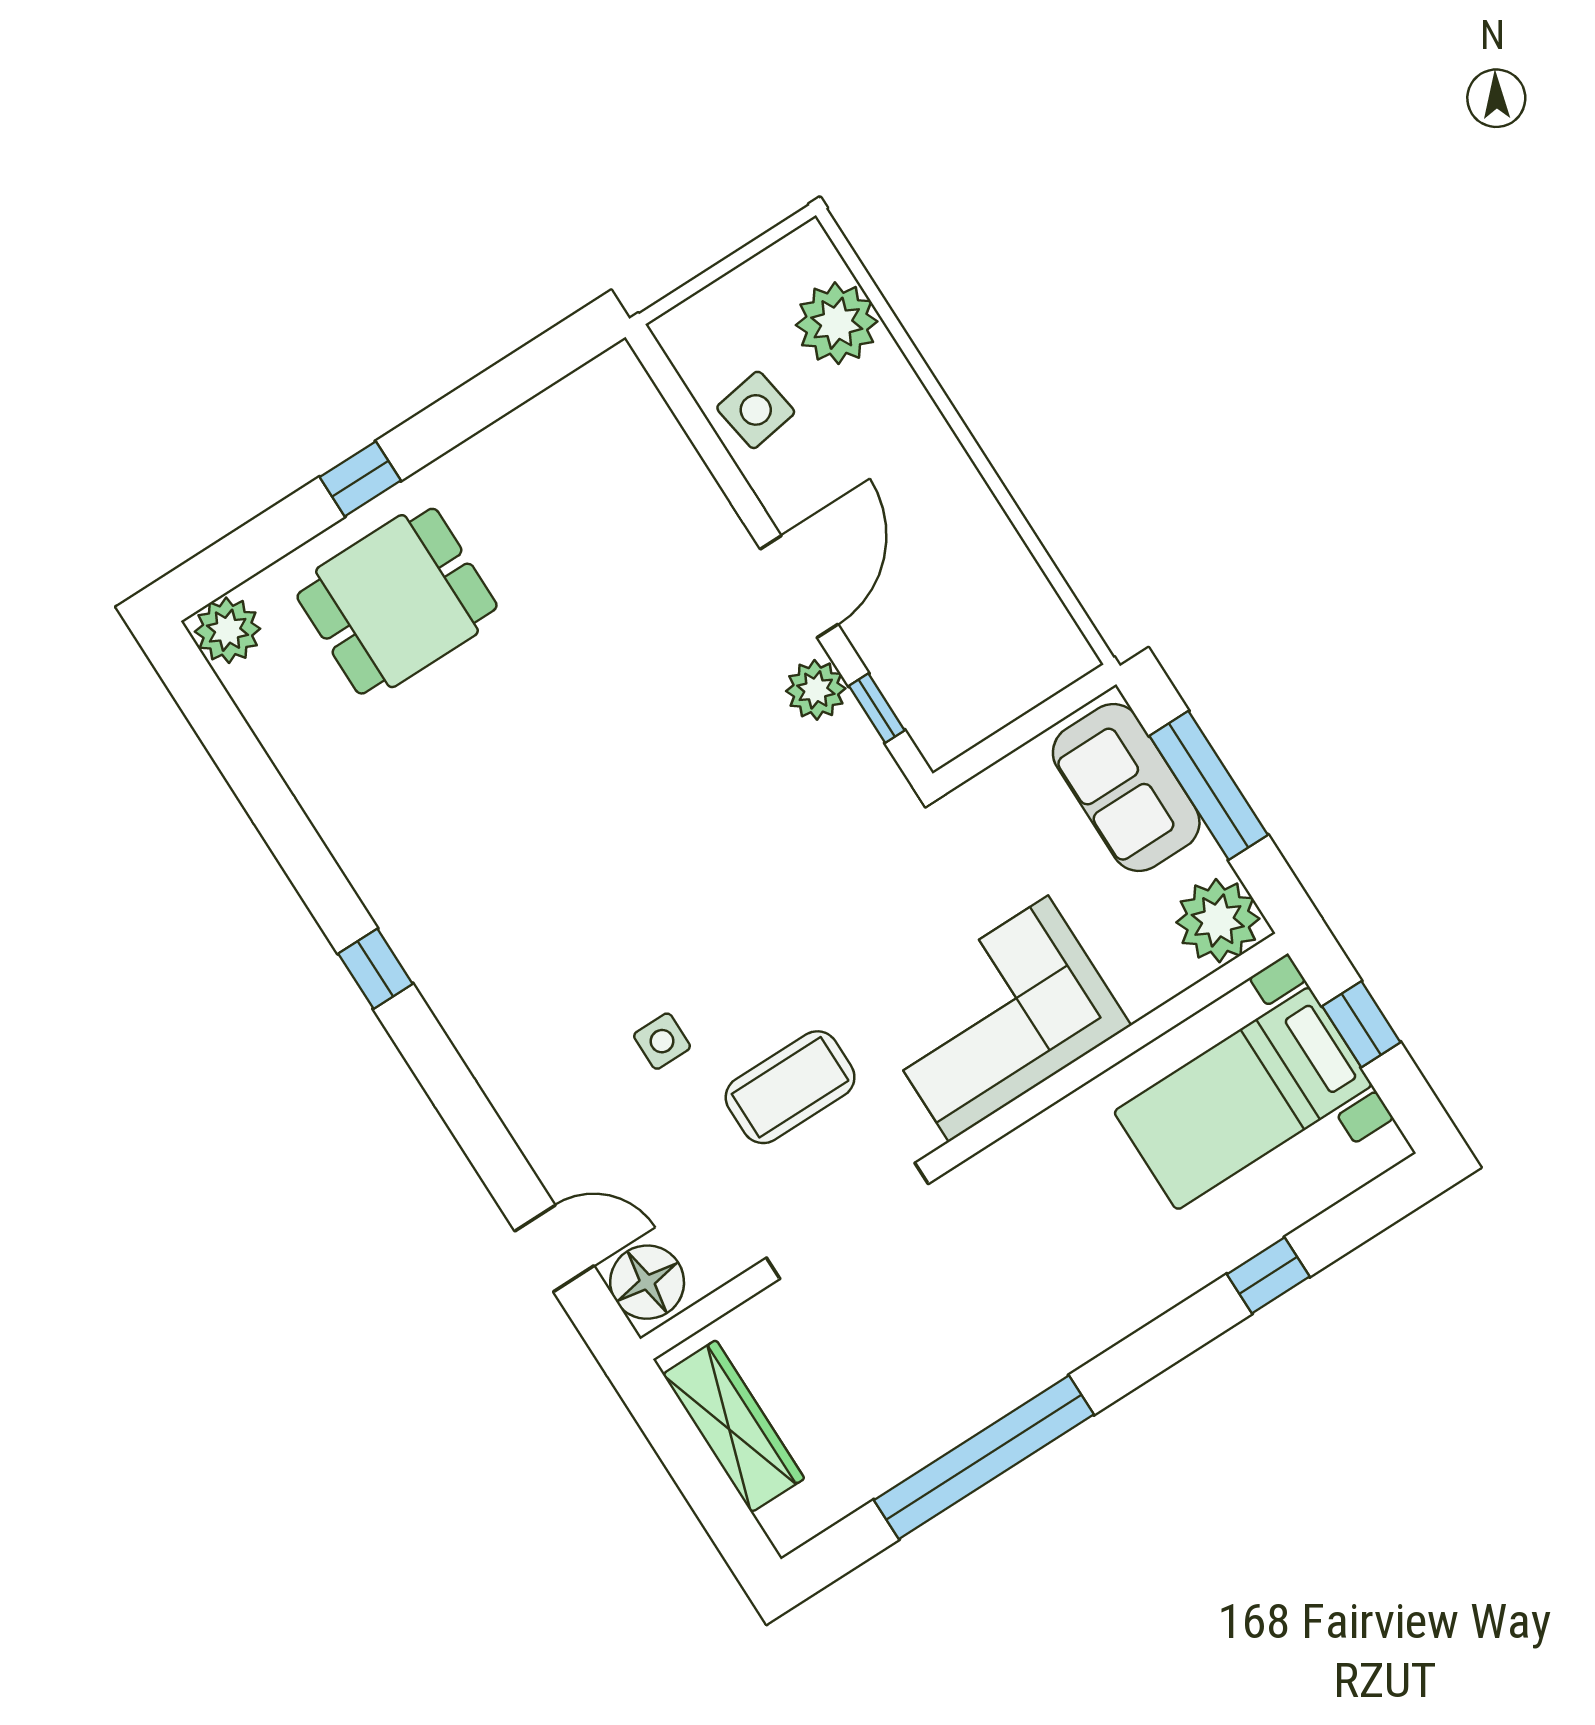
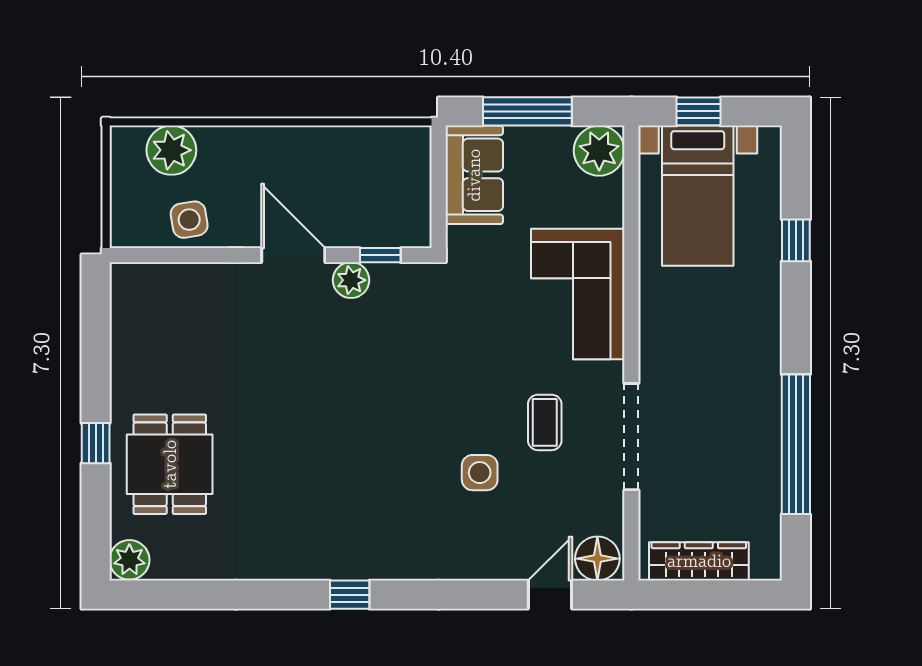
sofa: (1126, 788) -> (474, 175), moved, turned -90
side table: (662, 1041) -> (480, 473), width x1.37, depth x1.37
coffee table: (790, 1087) -> (545, 422), width x0.73, depth x0.77

